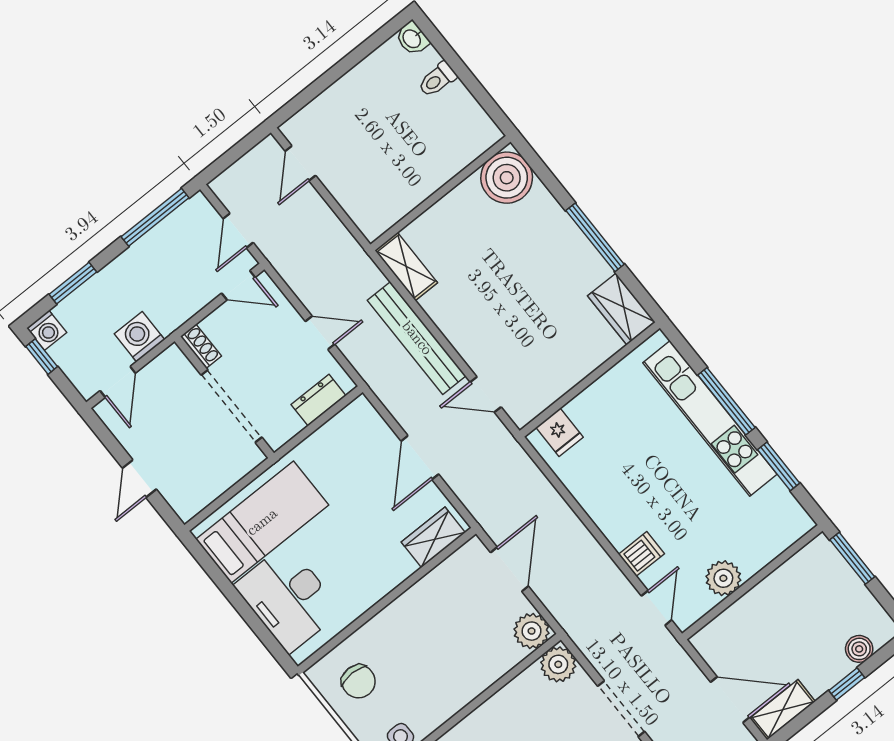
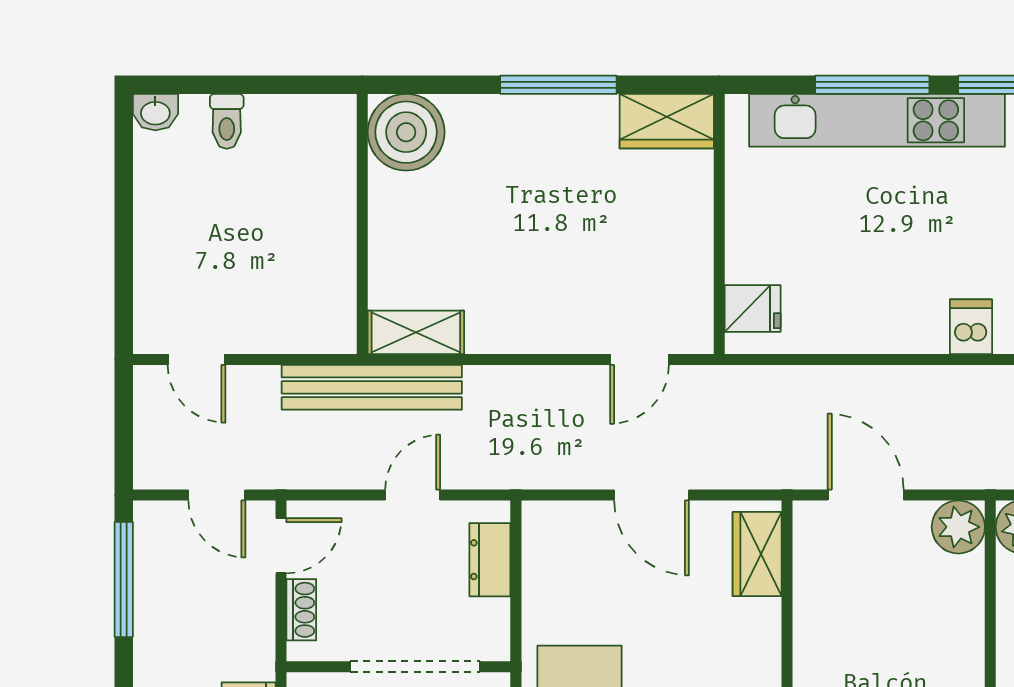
bench: (417, 338) -> (372, 387), moved
shoe rack: (201, 346) -> (301, 610), moved, turned 90

